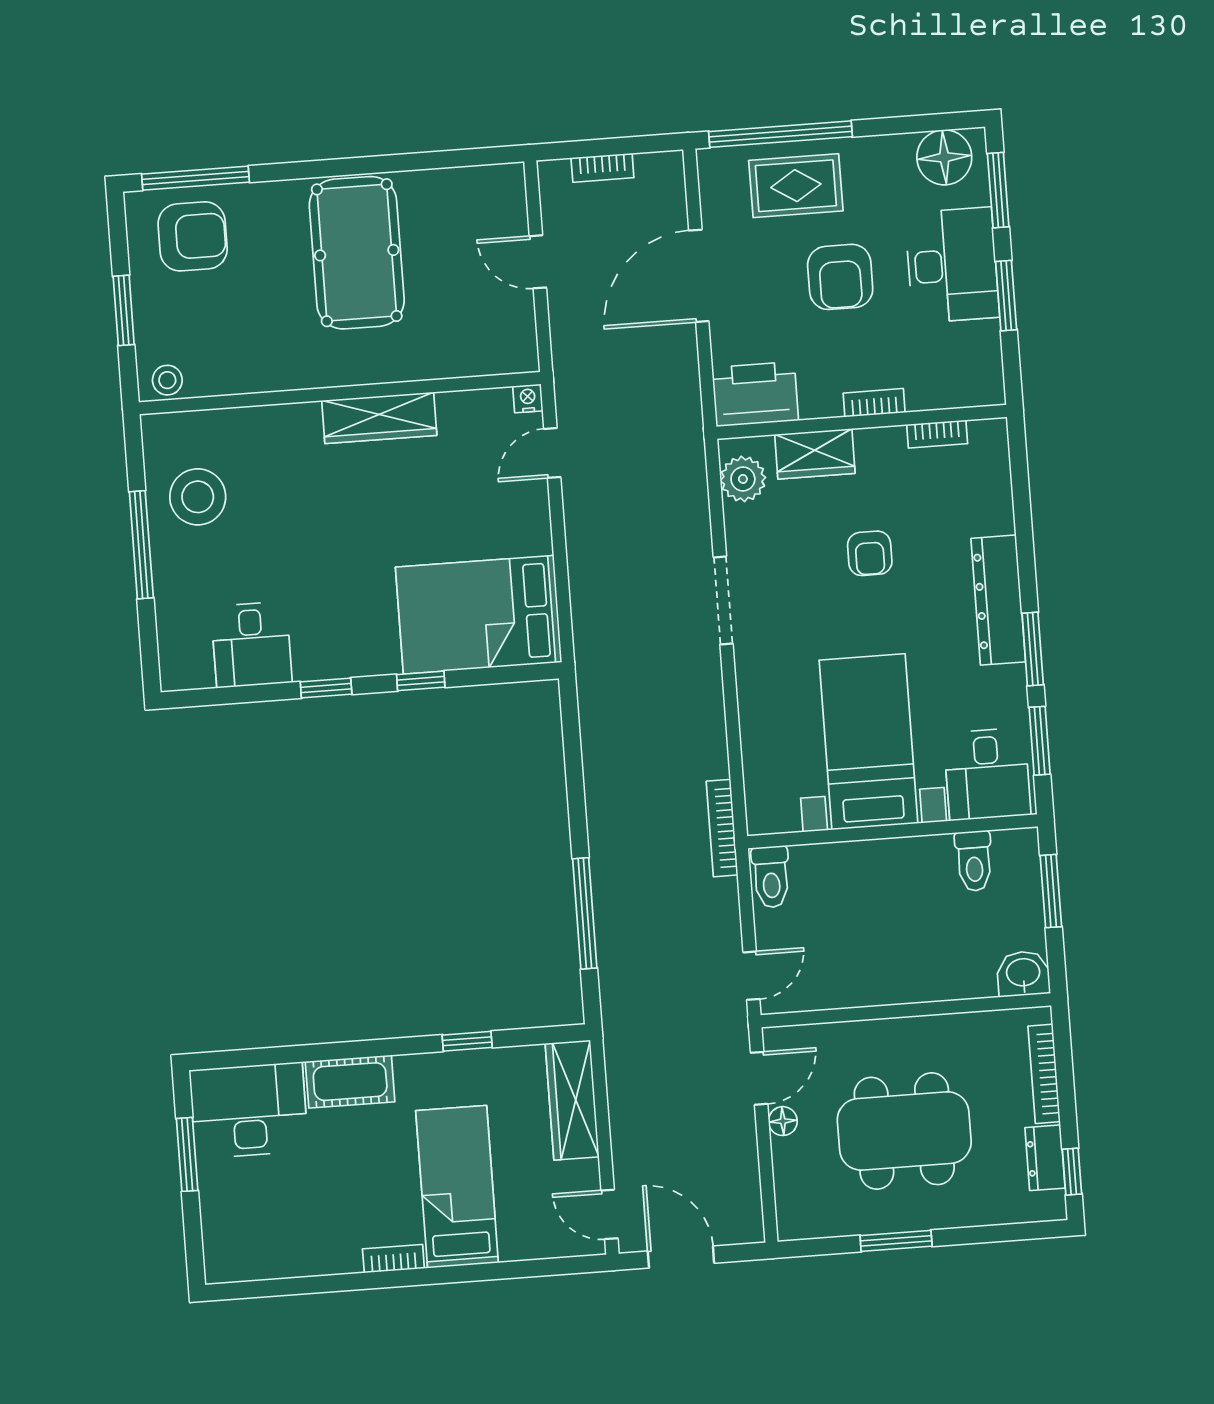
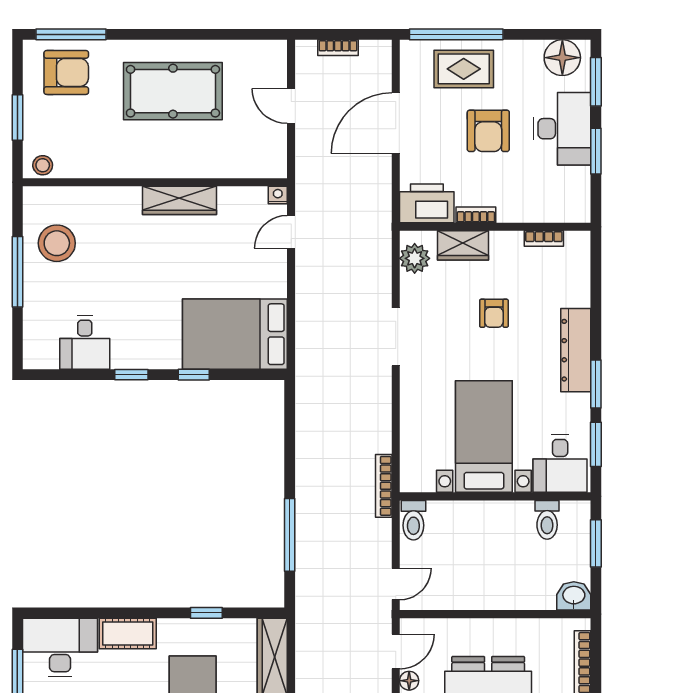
pool table: (357, 253) -> (173, 91), turned 90
bookcase: (874, 403) -> (476, 215), moved

